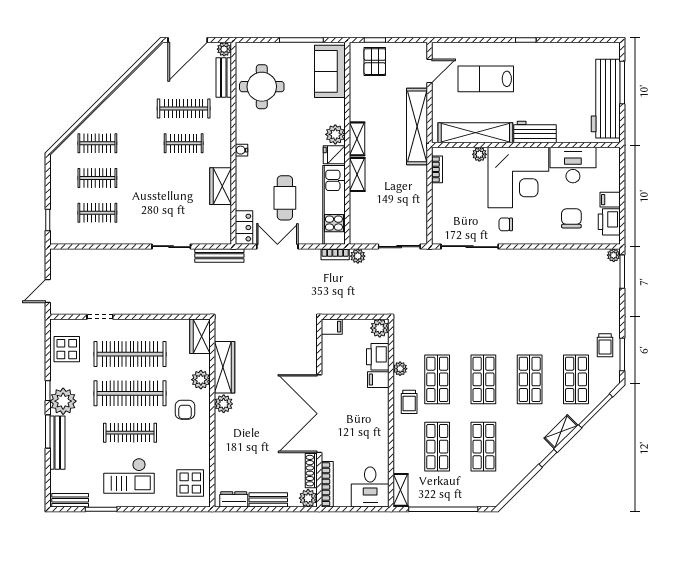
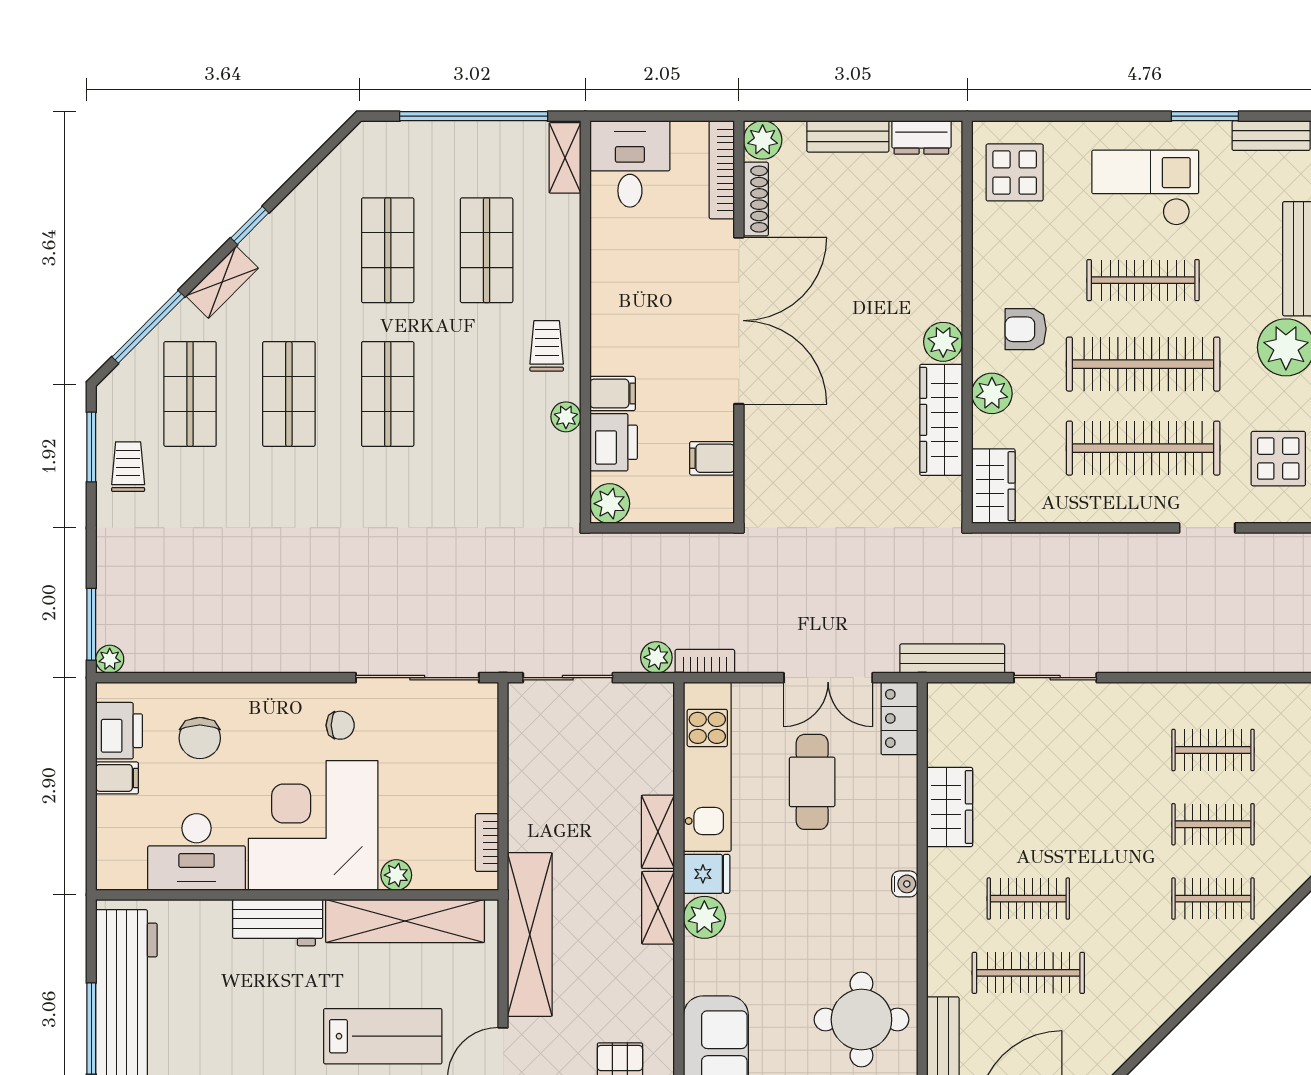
filing cabinet: (332, 327) -> (712, 458), moved
shop shelf: (437, 379) -> (487, 394), removed
armchair: (185, 410) -> (1026, 329), turned -90

